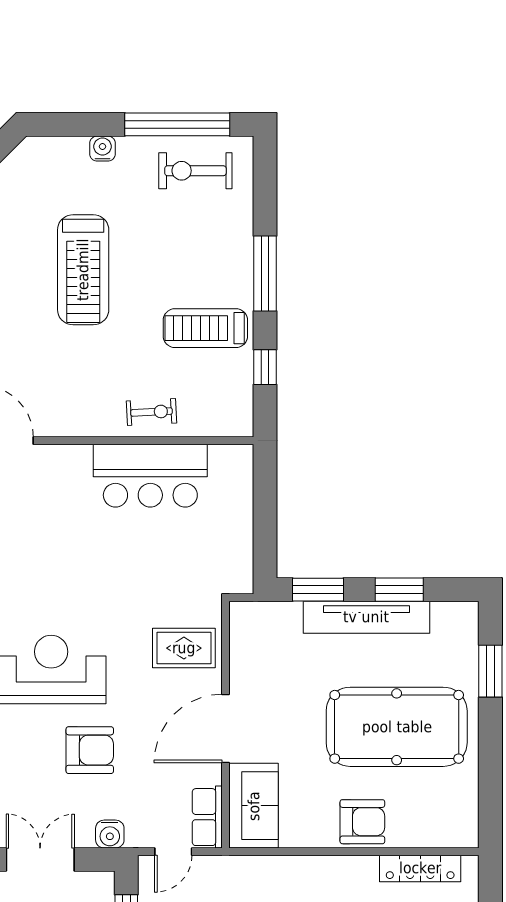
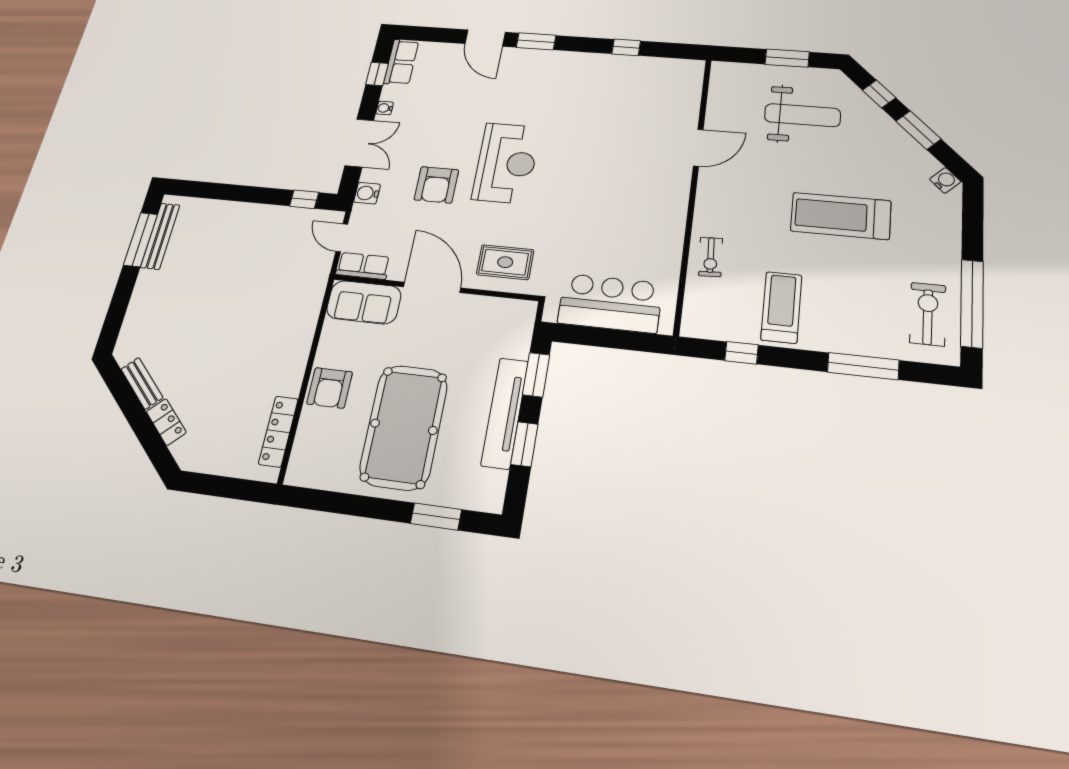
water cooler: (102, 149) -> (945, 180), moved, turned -45
window: (265, 274) -> (863, 366), moved
bar counter: (150, 476) -> (610, 303), moved, turned 90
rug: (184, 648) -> (505, 262), turned 90

